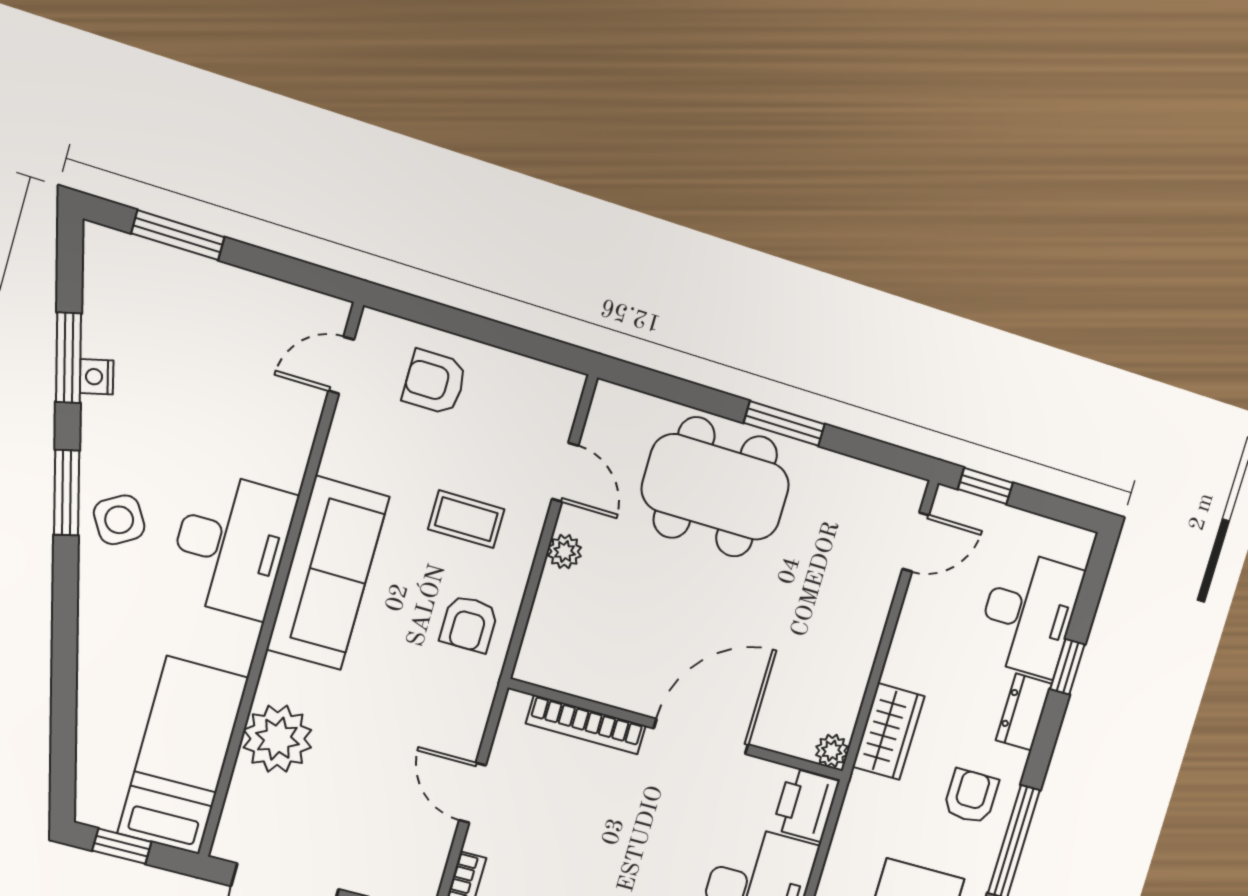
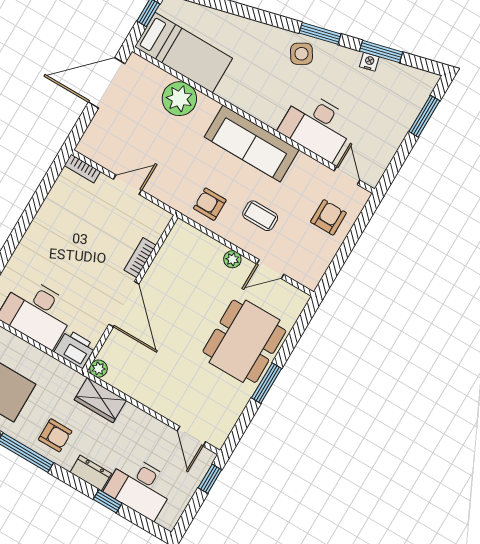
coffee table: (466, 519) -> (260, 216), turned 90
desk: (231, 545) -> (317, 126), moved
bookcase: (586, 725) -> (140, 258), width x0.64

